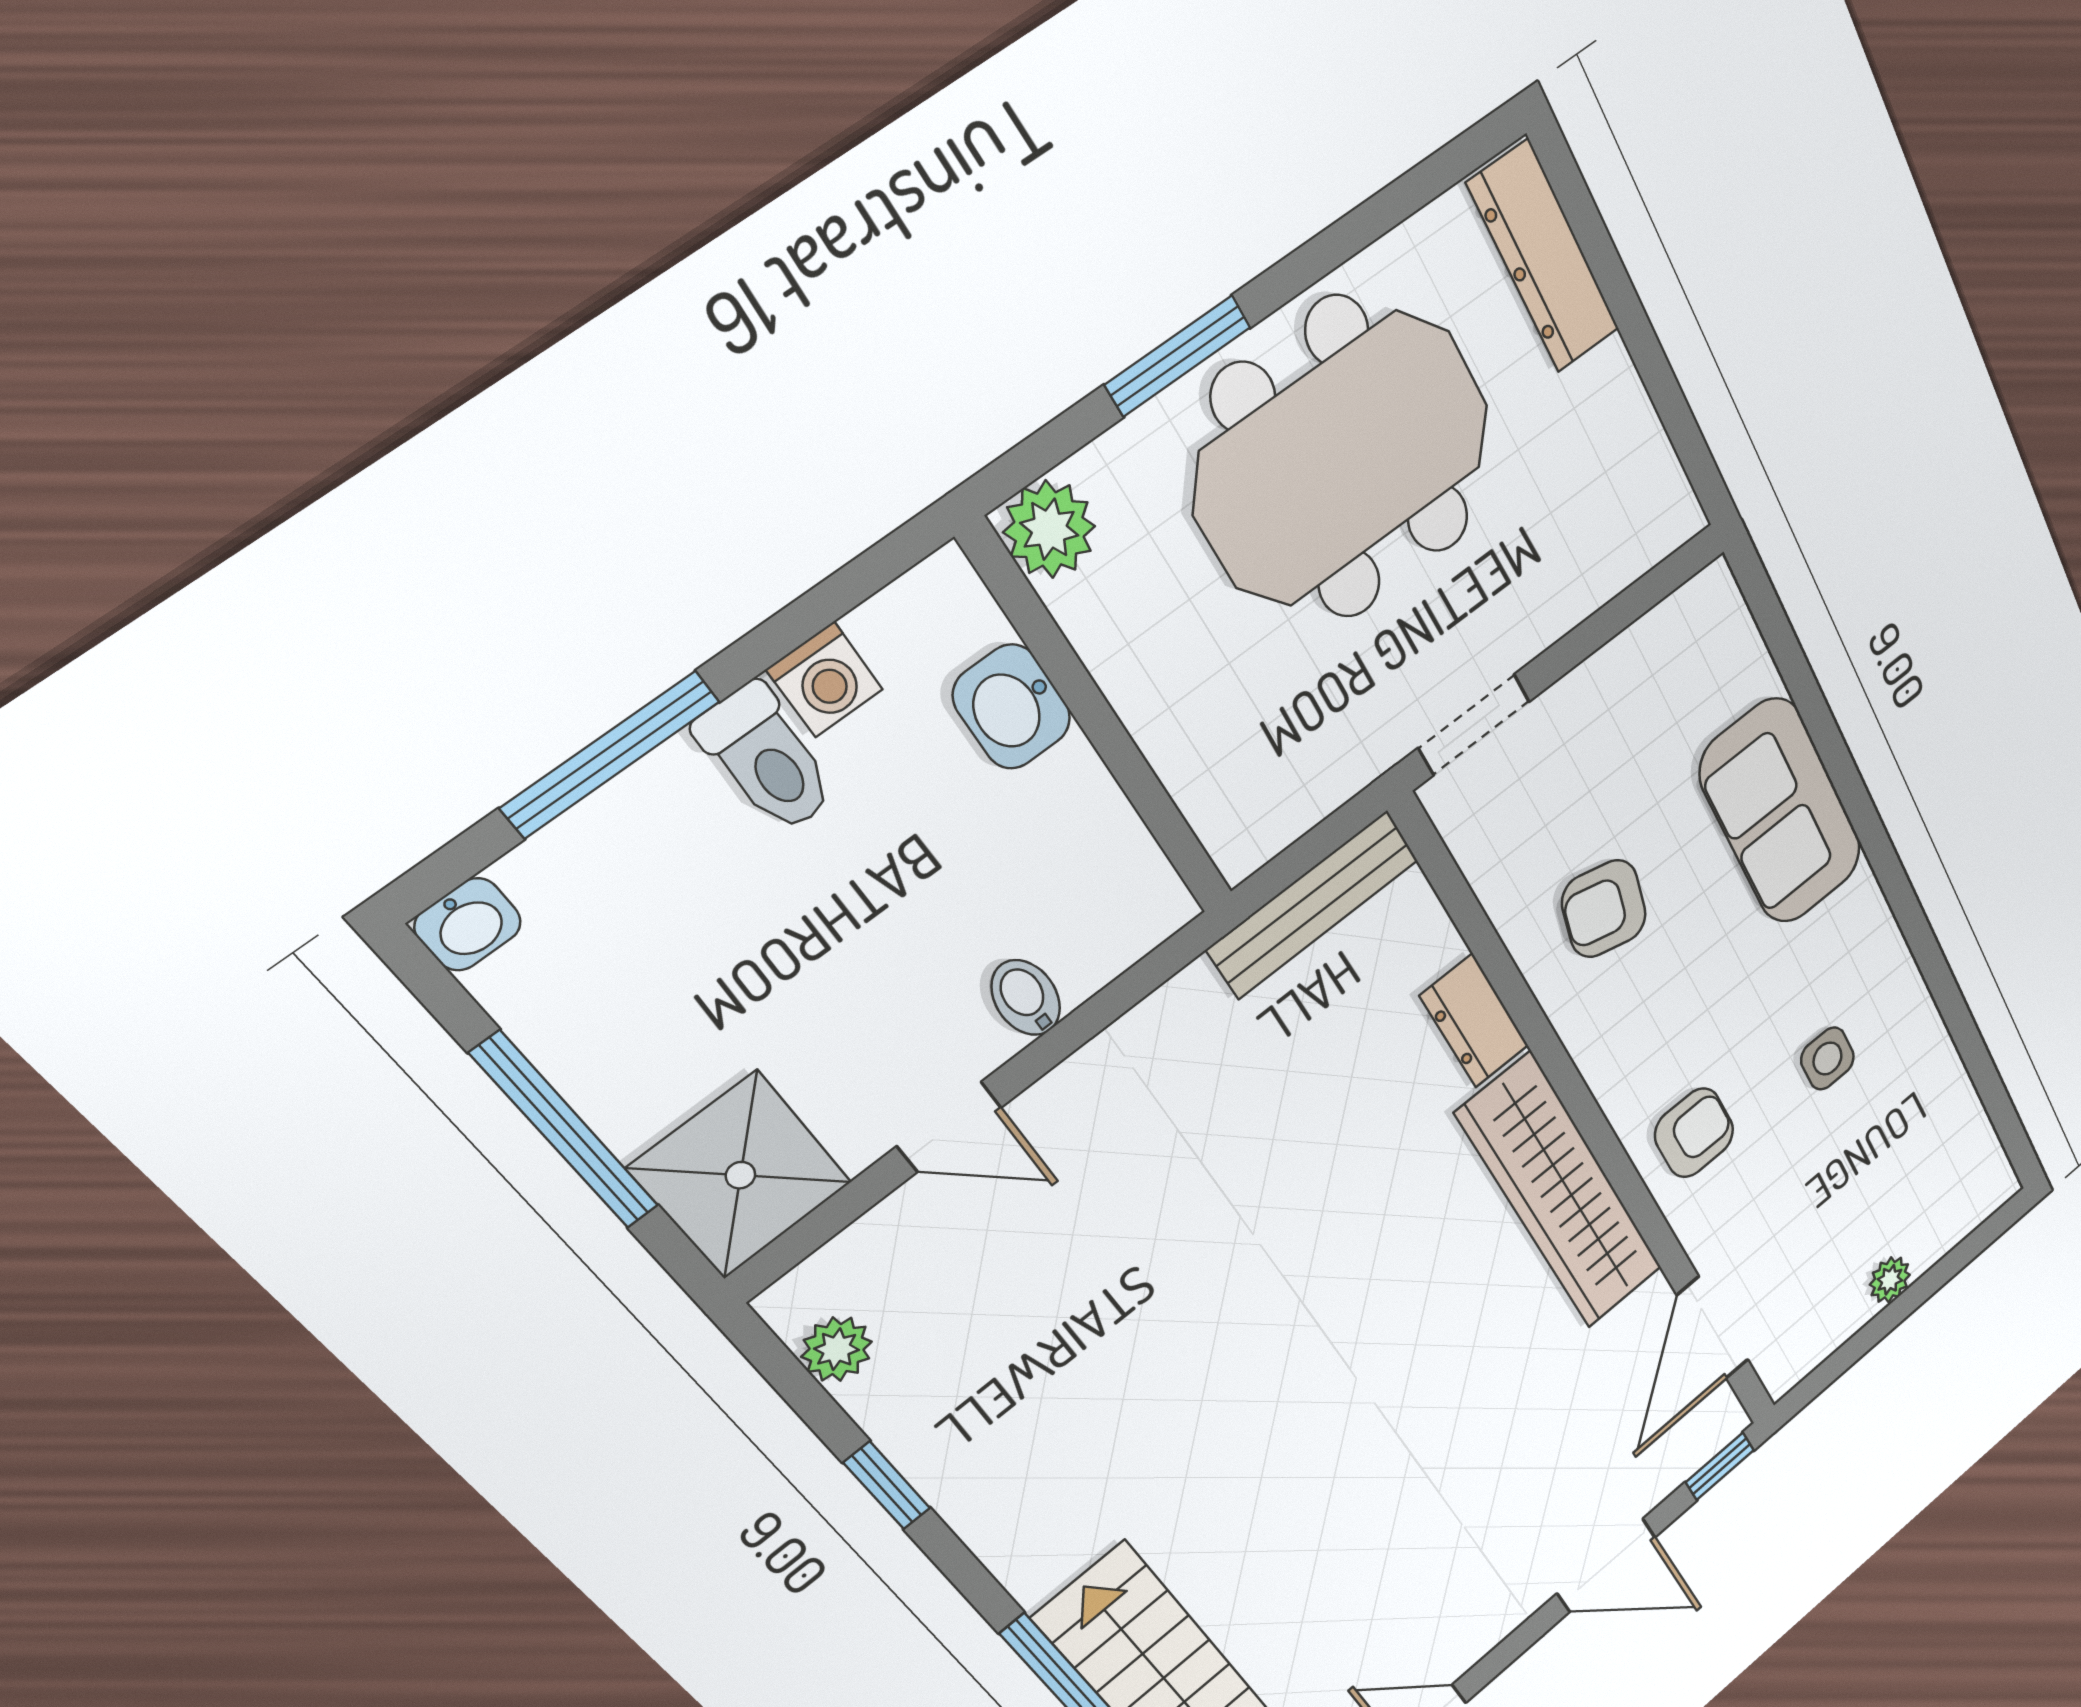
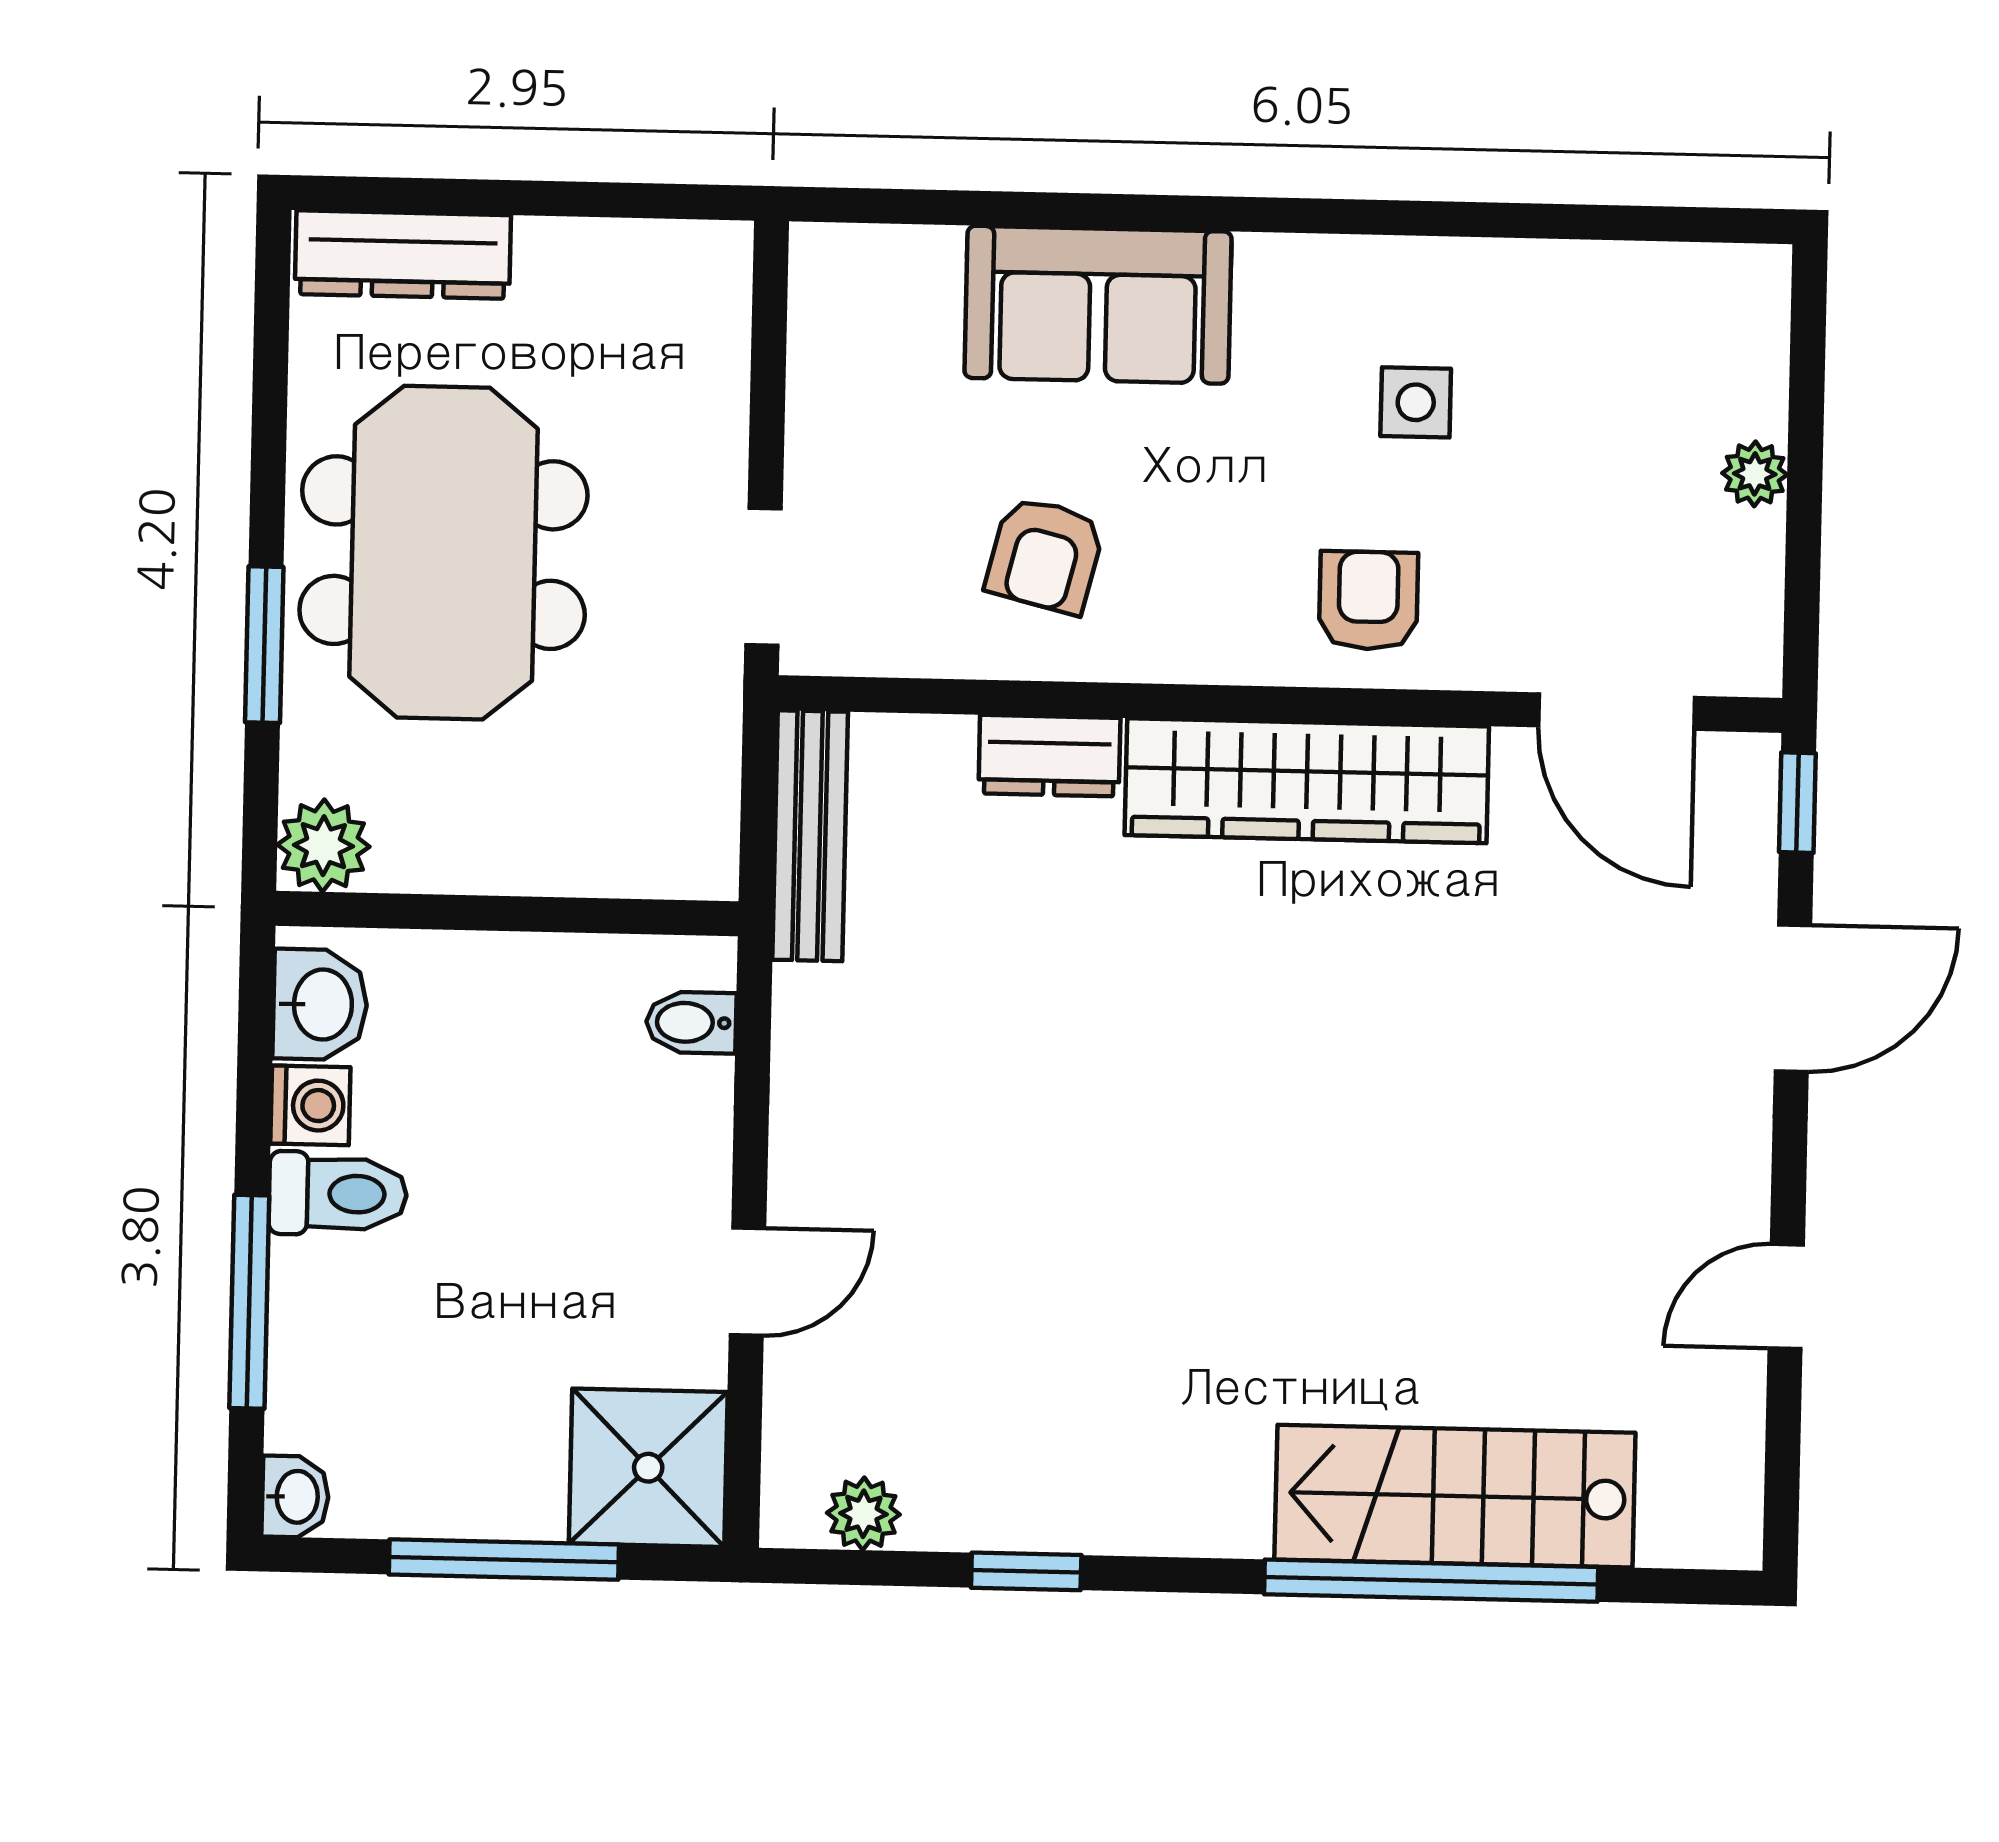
washbasin: (1012, 707) -> (320, 1004), moved, turned -90
bidet: (1026, 998) -> (691, 1022), moved

